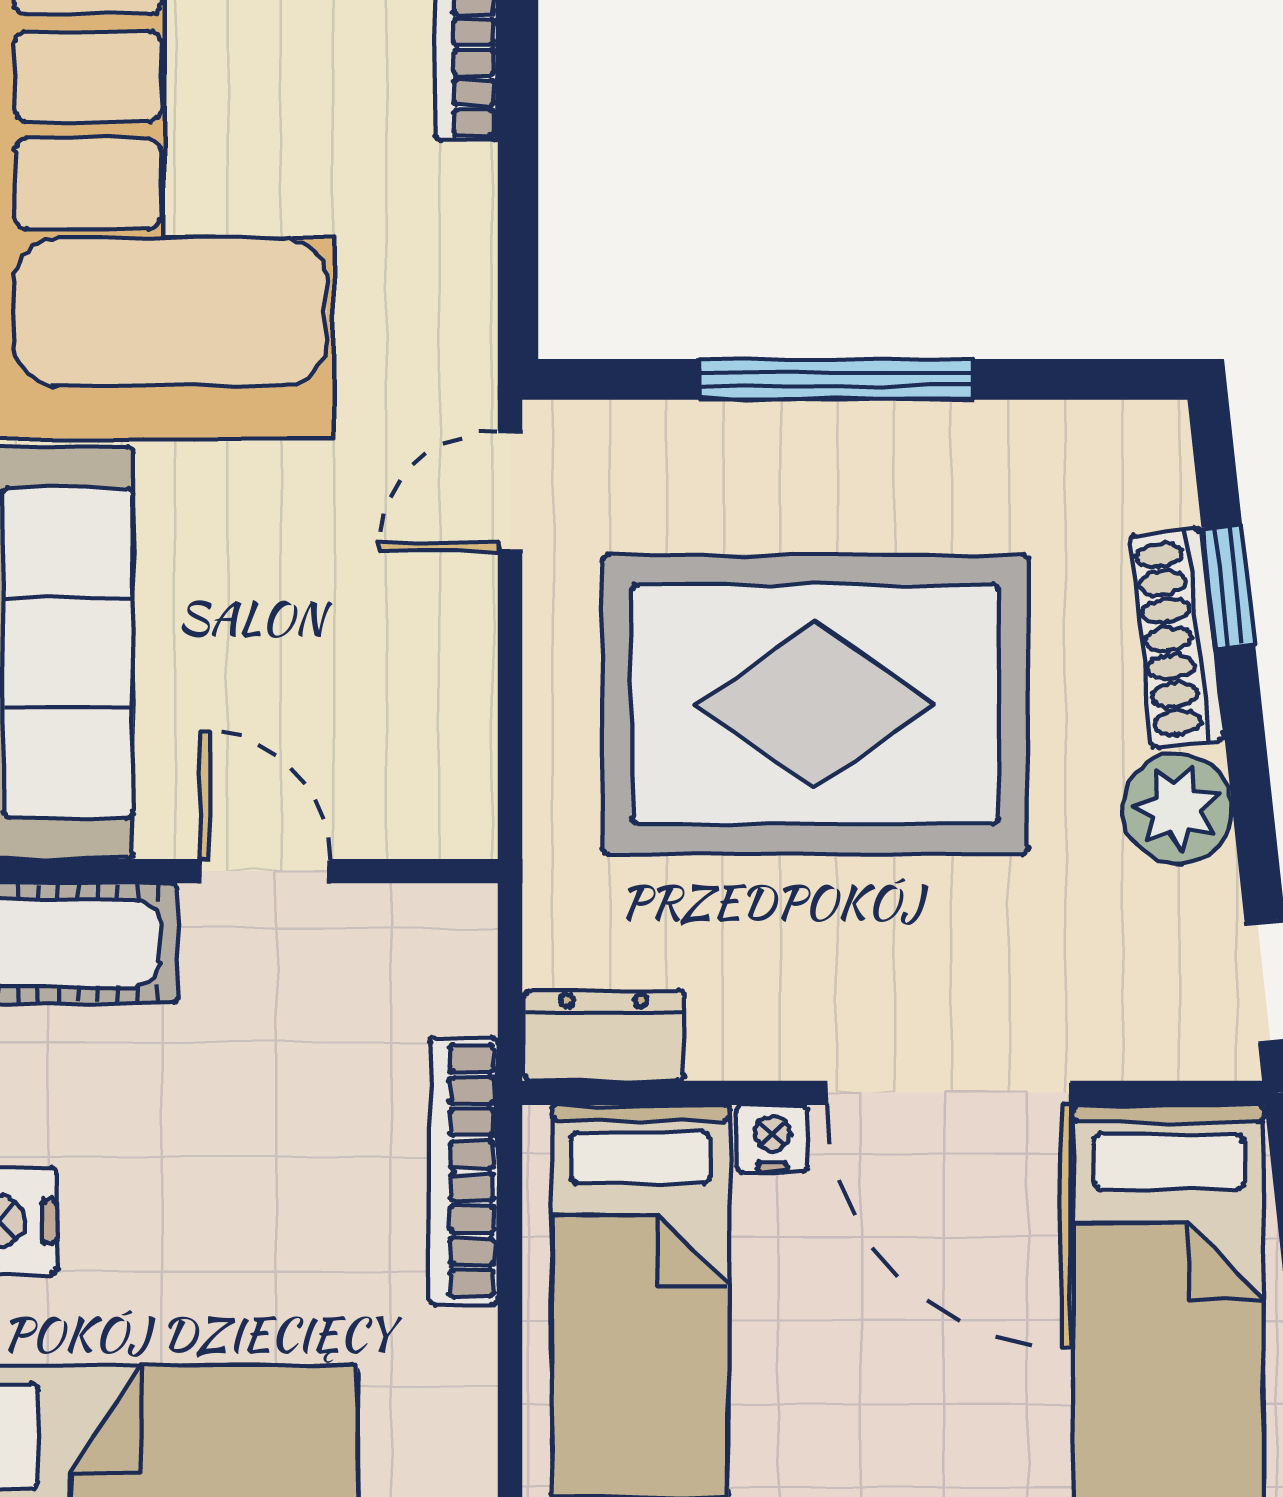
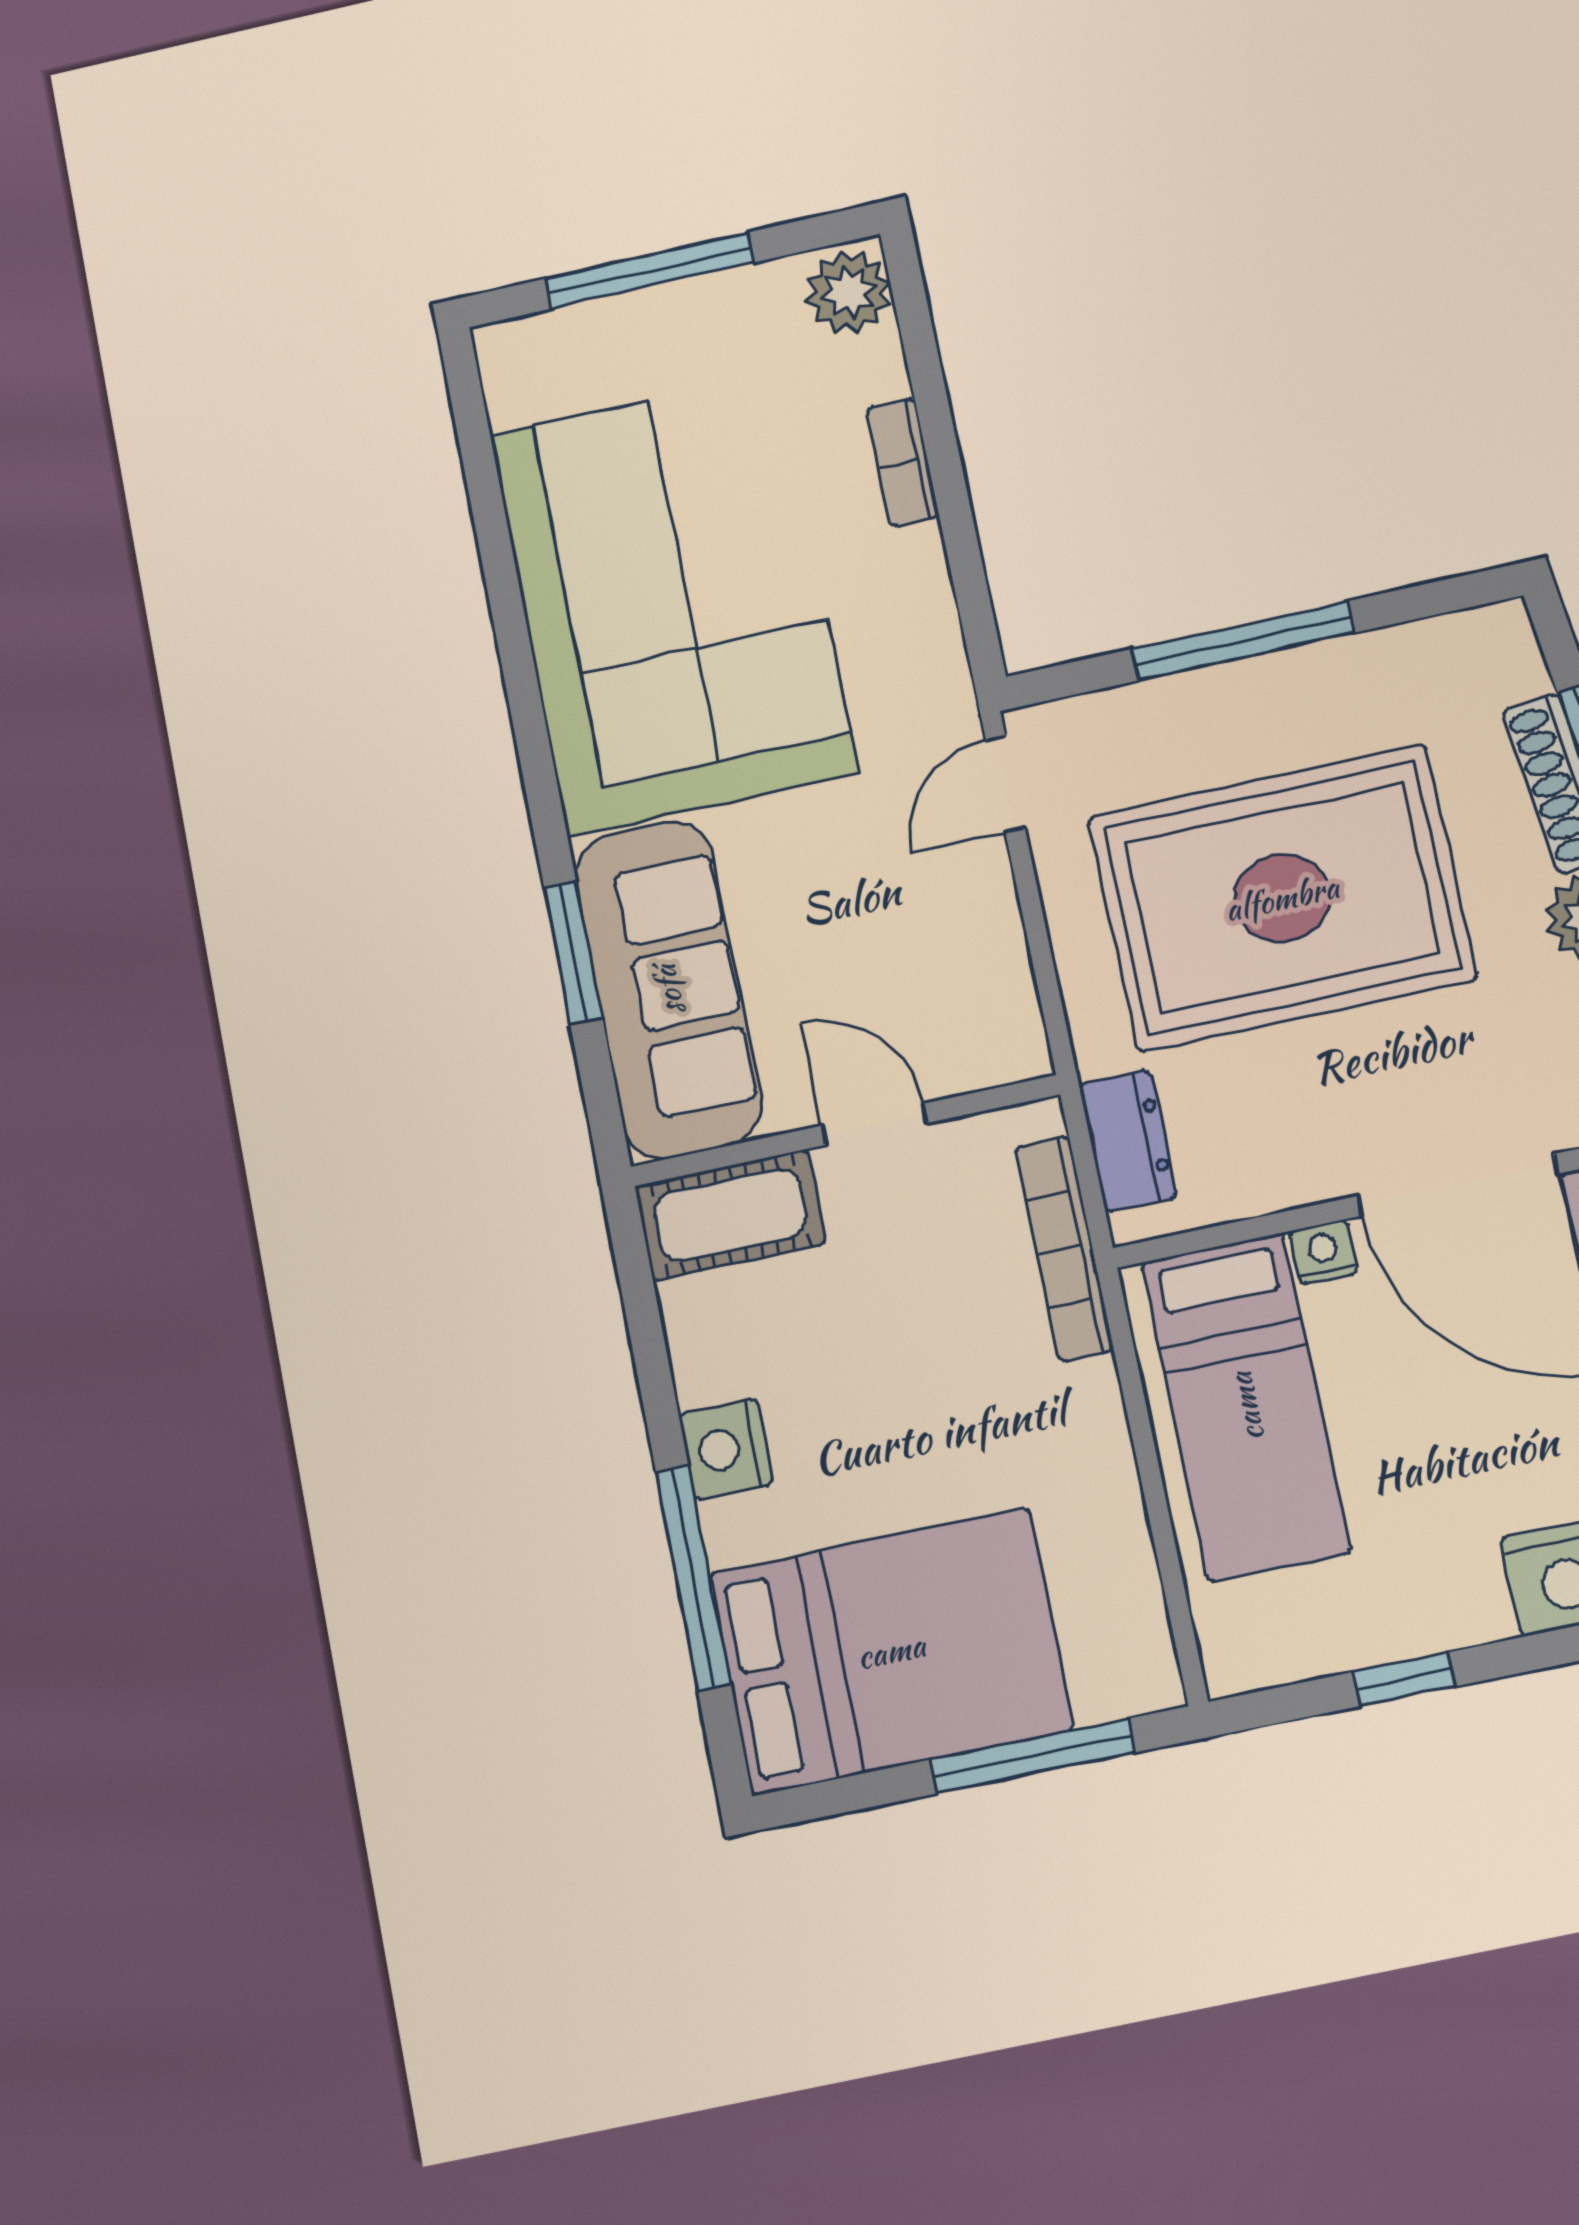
dresser: (604, 1036) -> (1128, 1141), moved, turned 90
bookcase: (464, 1171) -> (1064, 1248), moved

